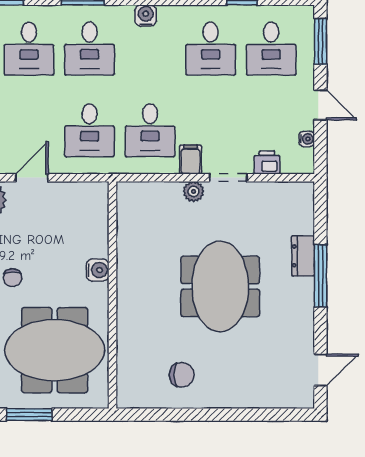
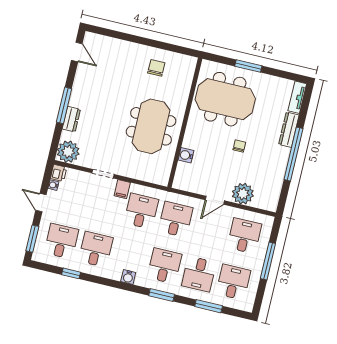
desk: (29, 49) -> (199, 274), turned 180
printer: (267, 162) -> (59, 173), moved, turned -90
plant: (194, 191) -> (68, 152), moved, width x1.88, depth x1.88
water cooler: (98, 270) -> (186, 155), moved
meeting table: (220, 286) -> (151, 126), moved
door: (320, 370) -> (77, 52), swing flipped
chair: (182, 375) -> (156, 68), turned 90

